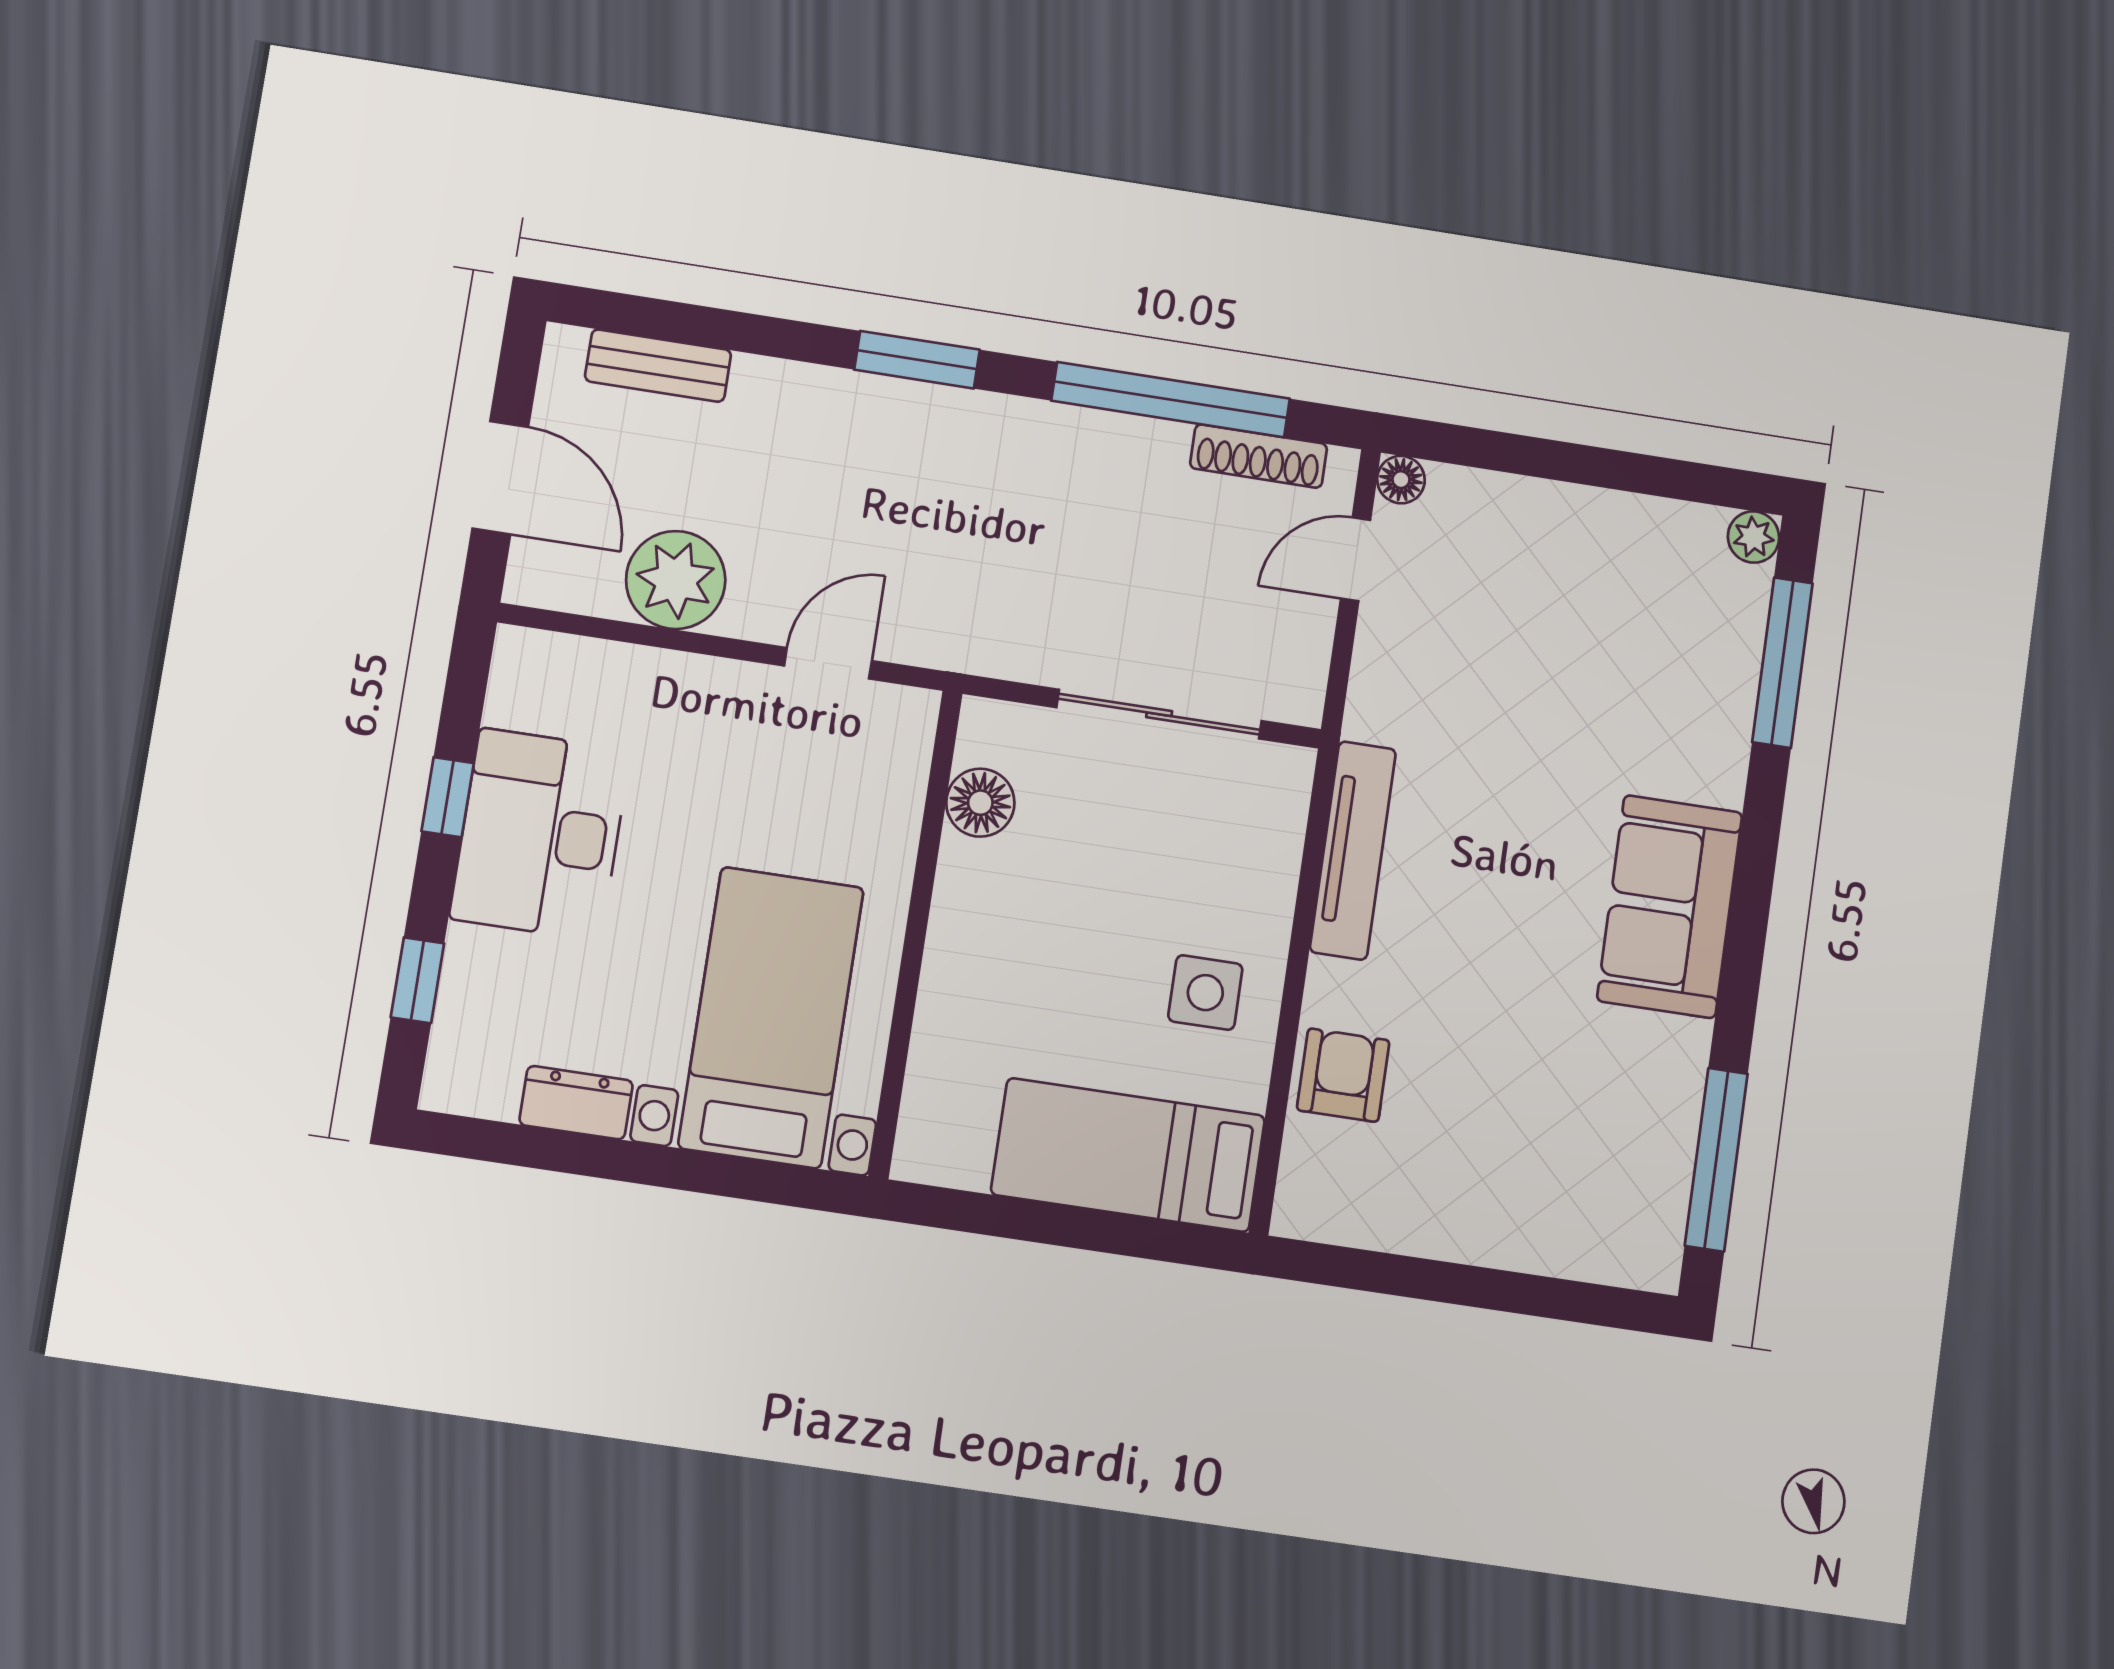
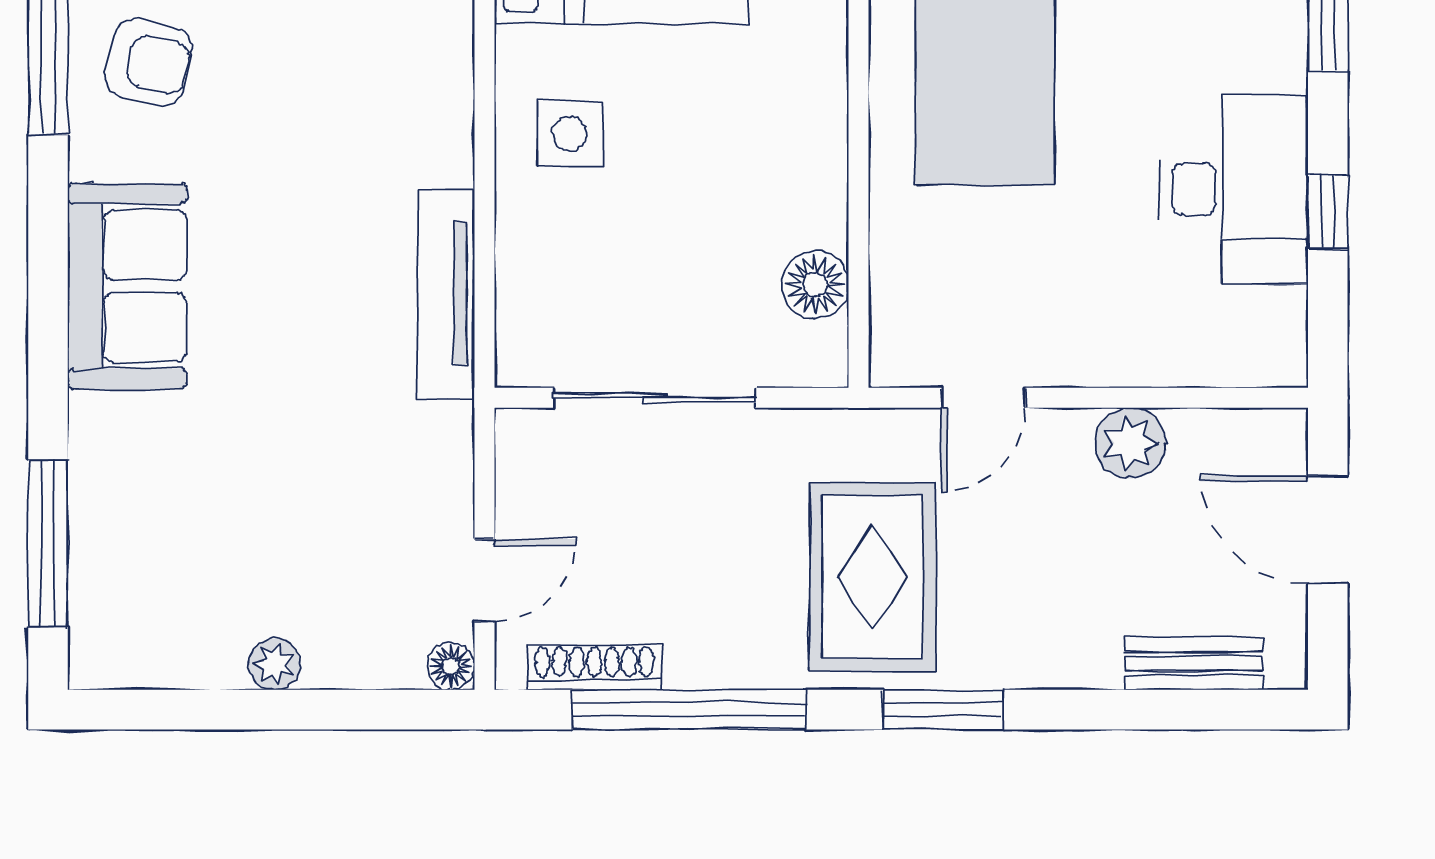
rug: (967, 502) -> (873, 577), added
plant: (1754, 537) -> (274, 664), moved
plant: (676, 580) -> (1130, 443), width x0.73, depth x0.73
armchair: (1343, 1075) -> (149, 63), moved, turned -76

